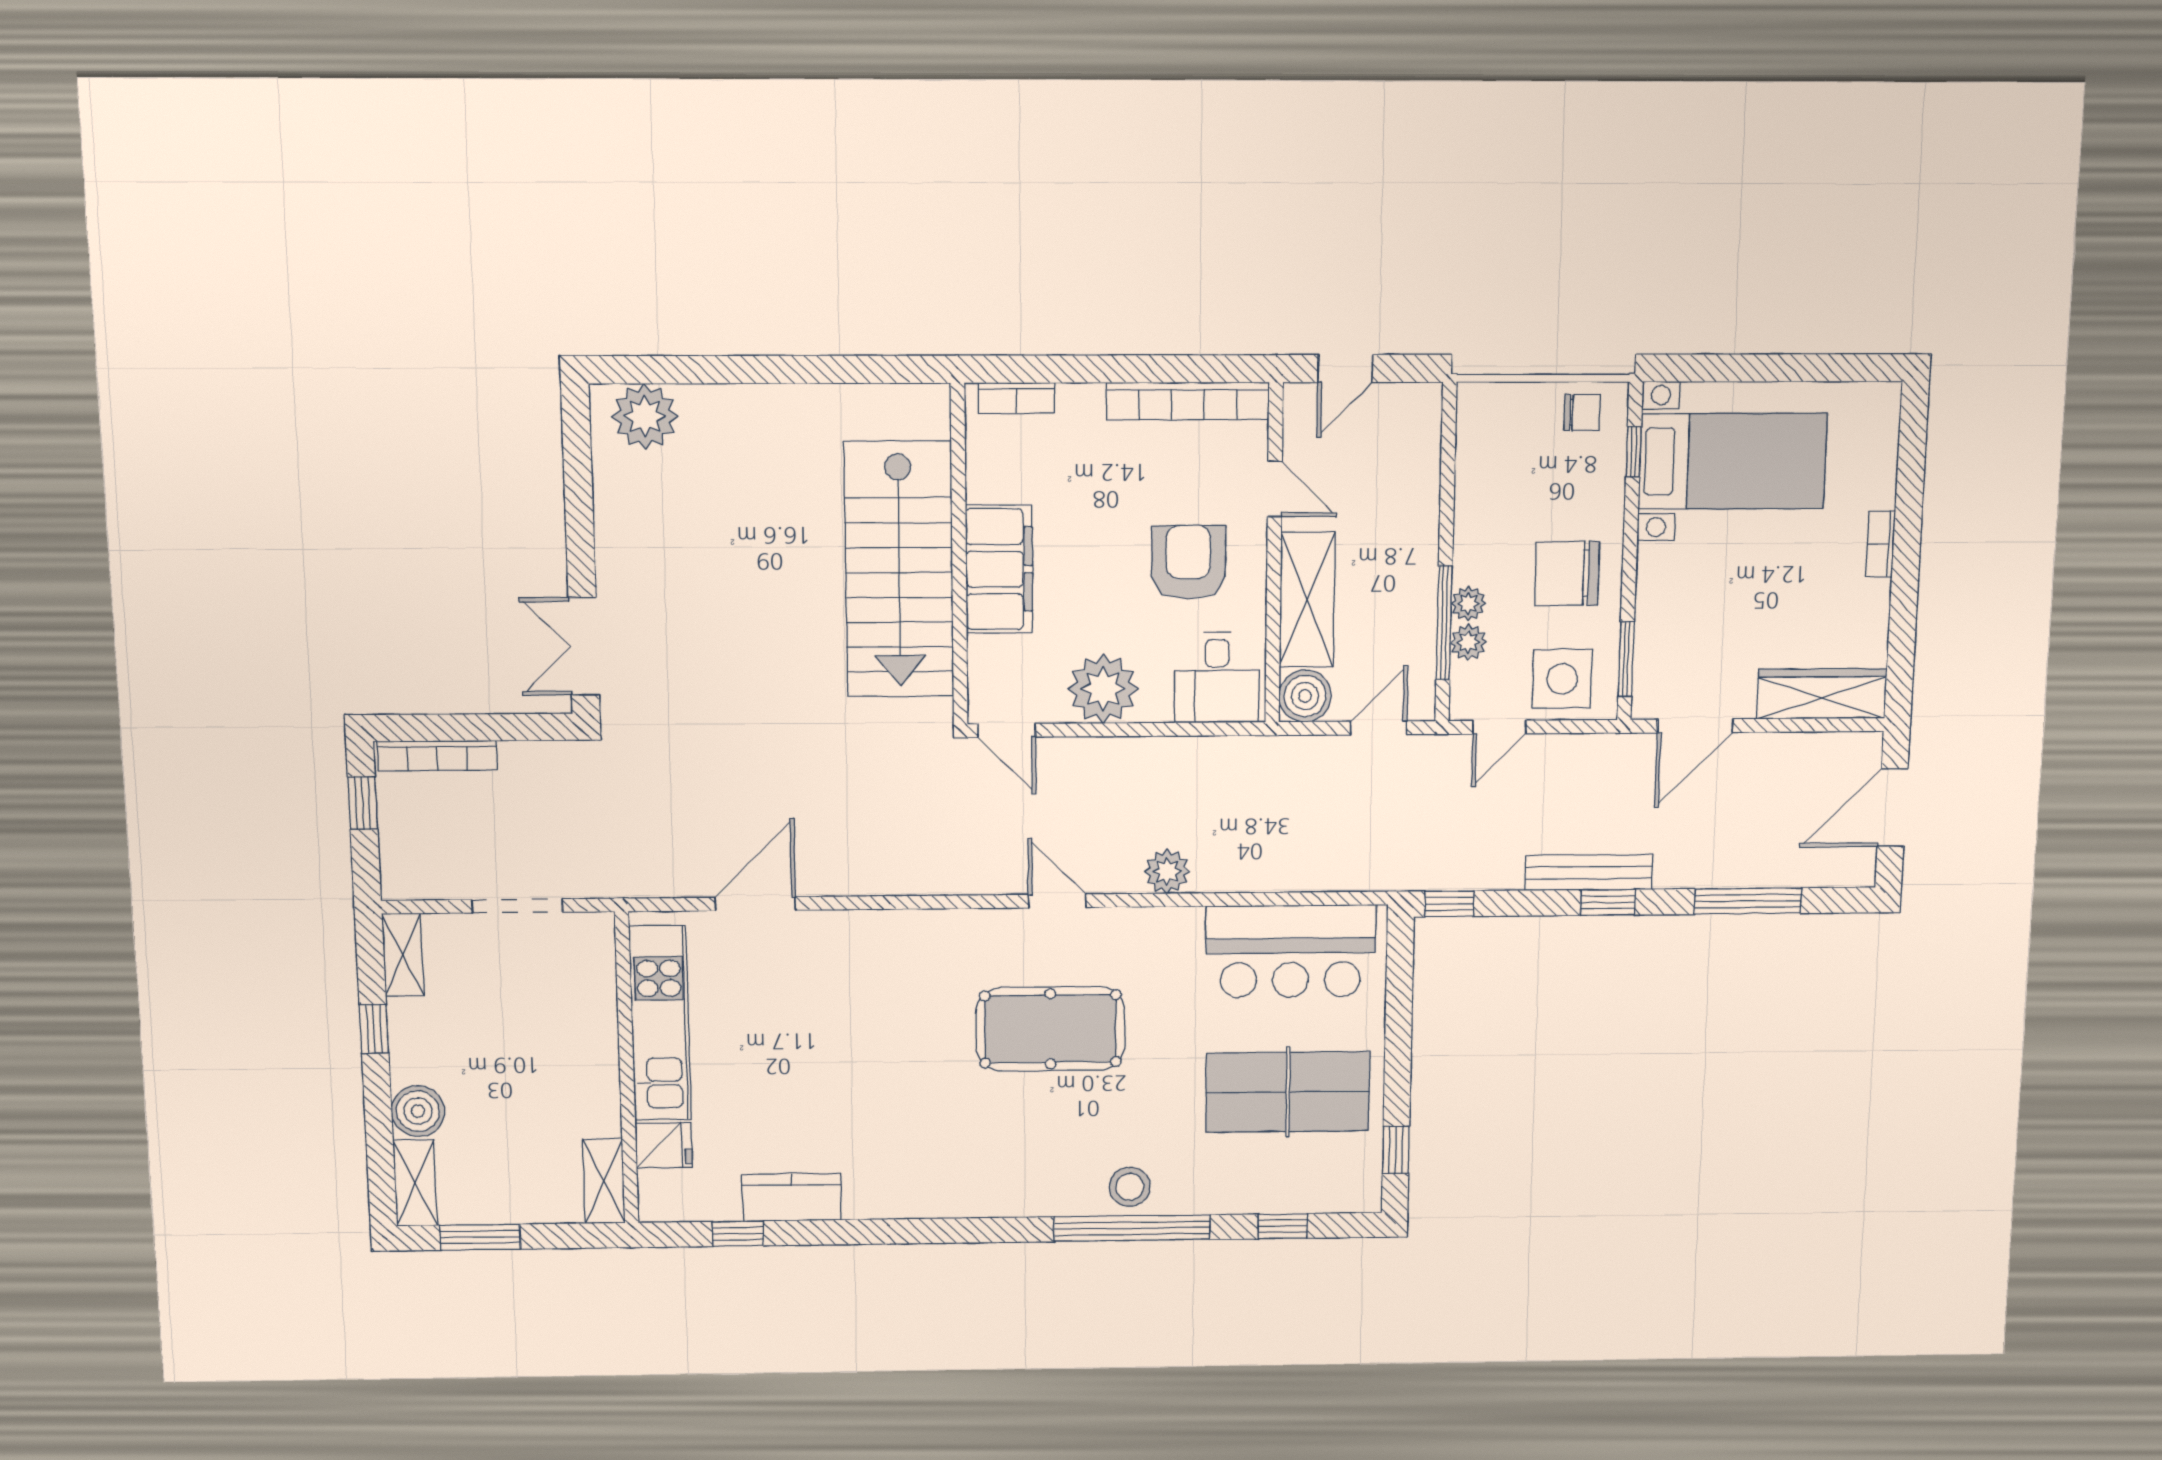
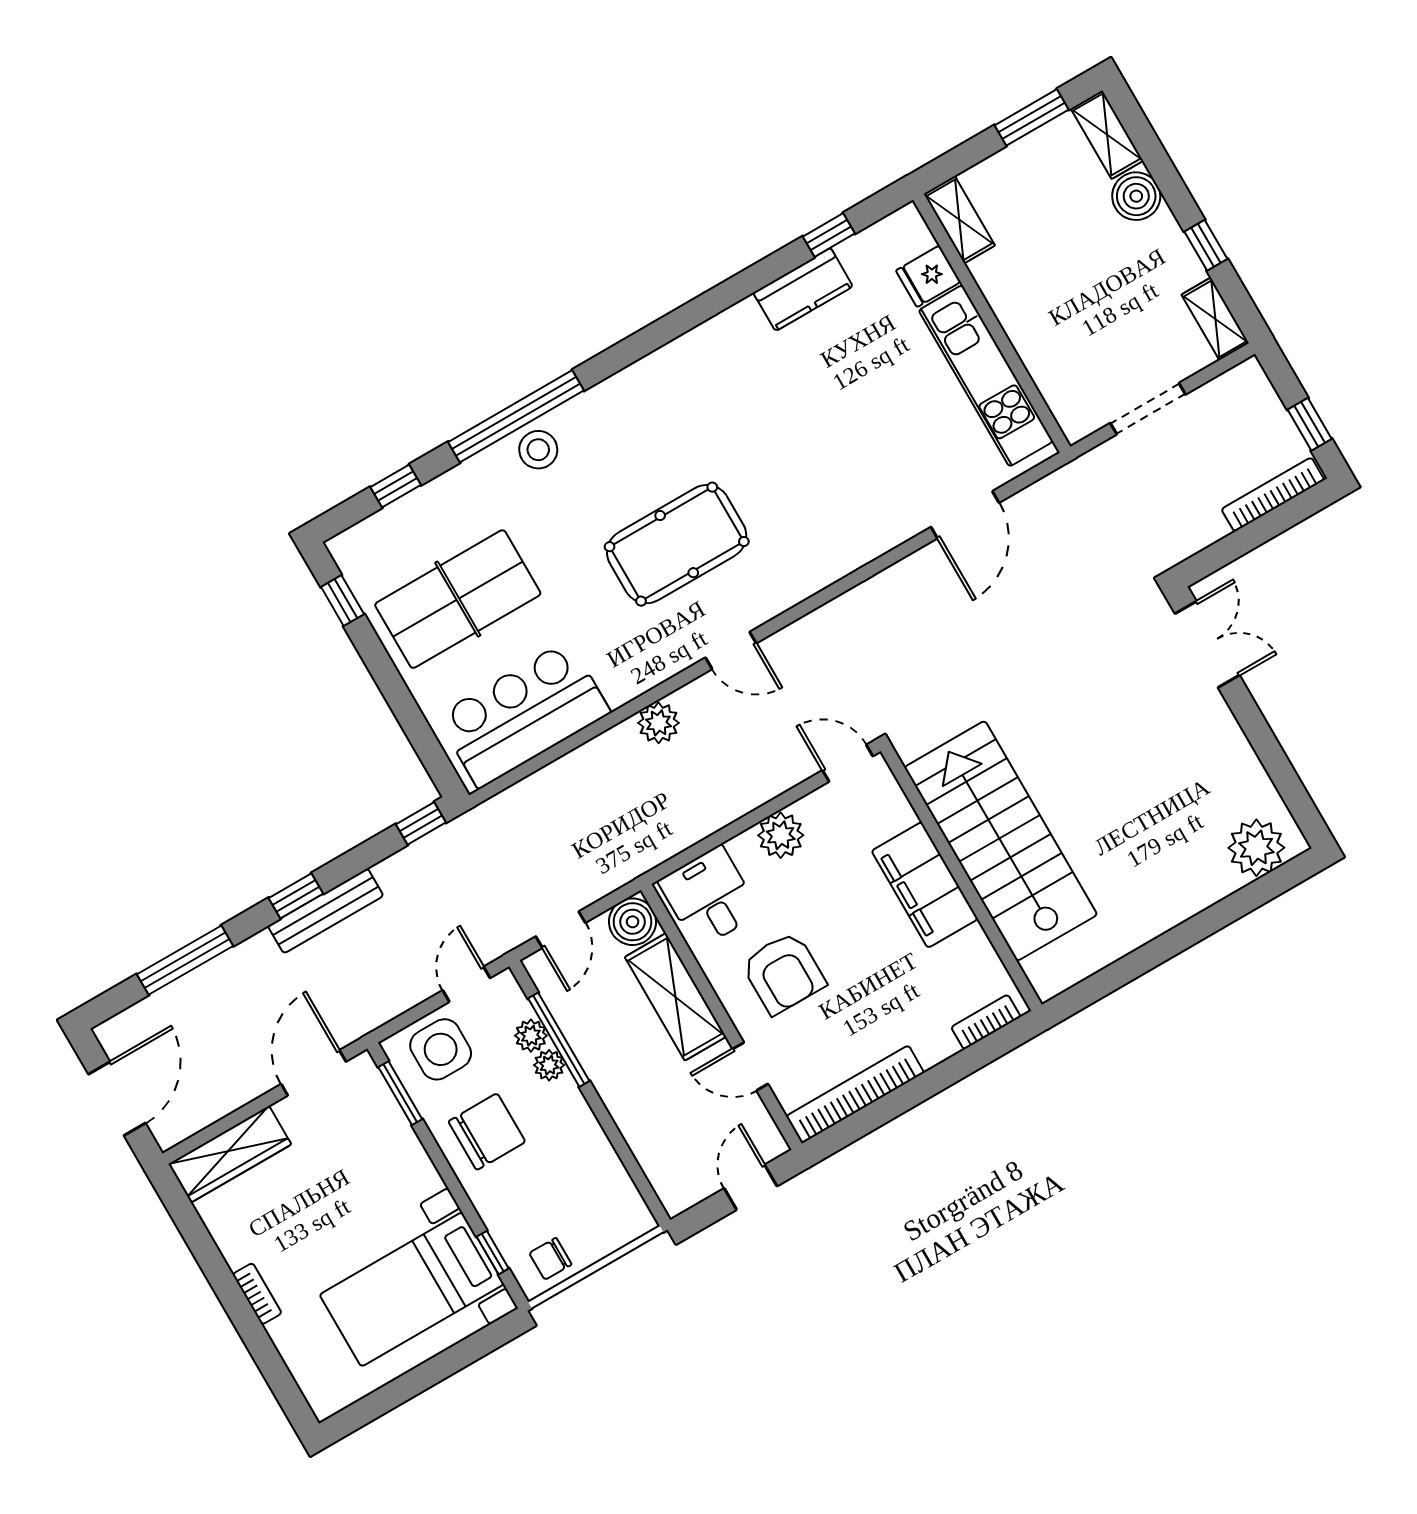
plant: (1103, 689) -> (781, 835), width x0.73, depth x0.73

